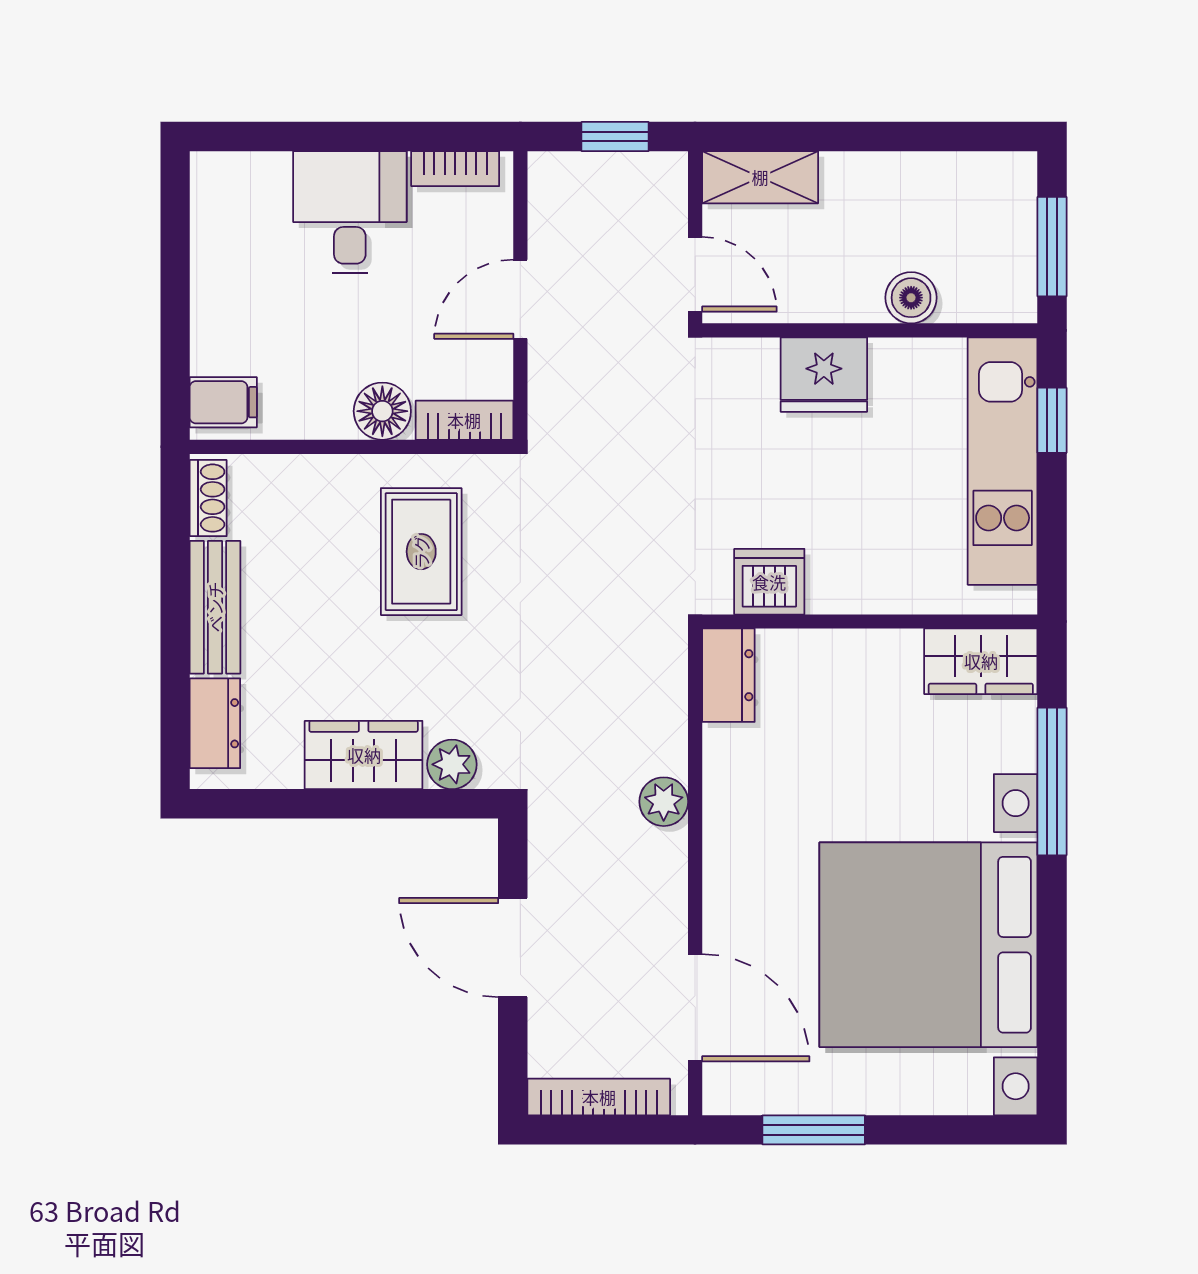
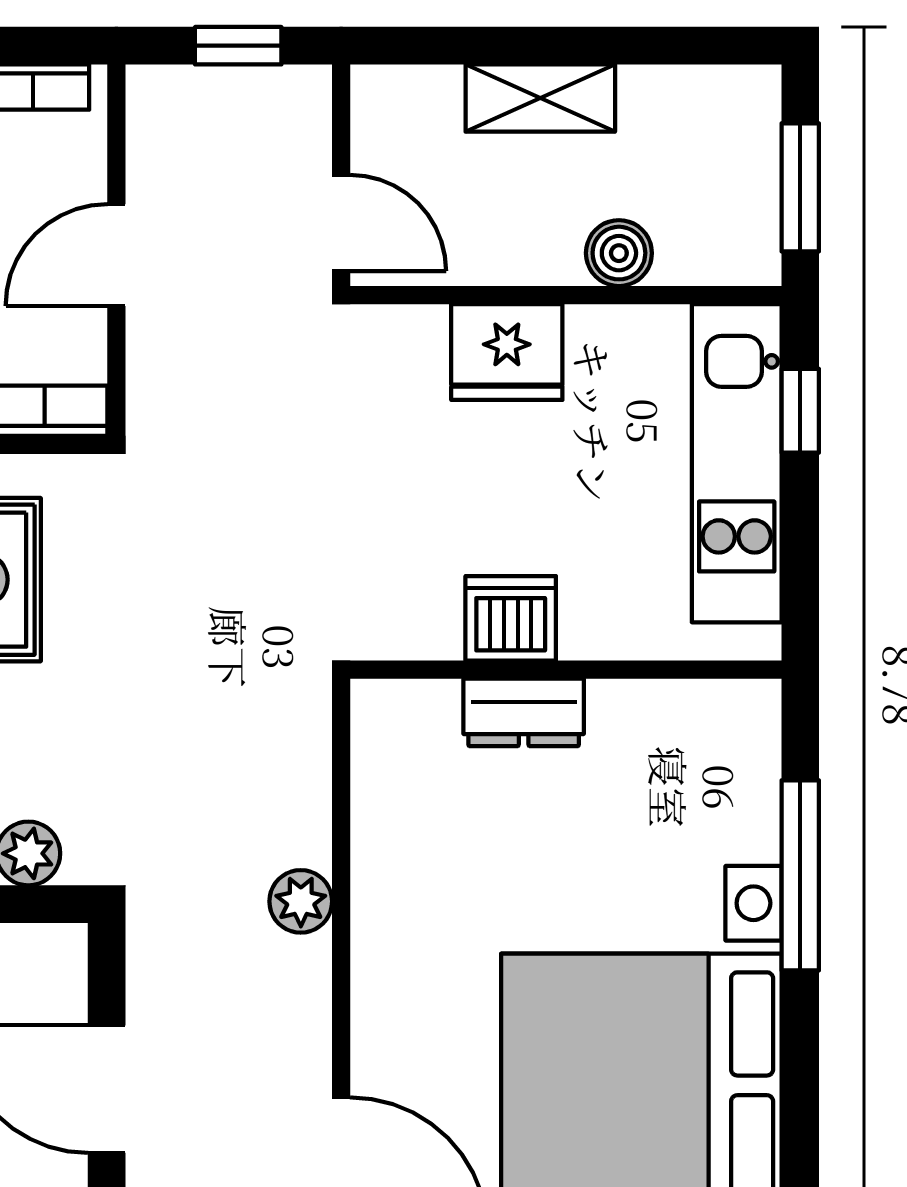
shelving: (760, 177) -> (540, 98), moved
dishwasher: (769, 582) -> (511, 618), moved
wardrobe: (981, 661) -> (709, 721), removed
dresser: (728, 675) -> (524, 712), moved, turned 90

